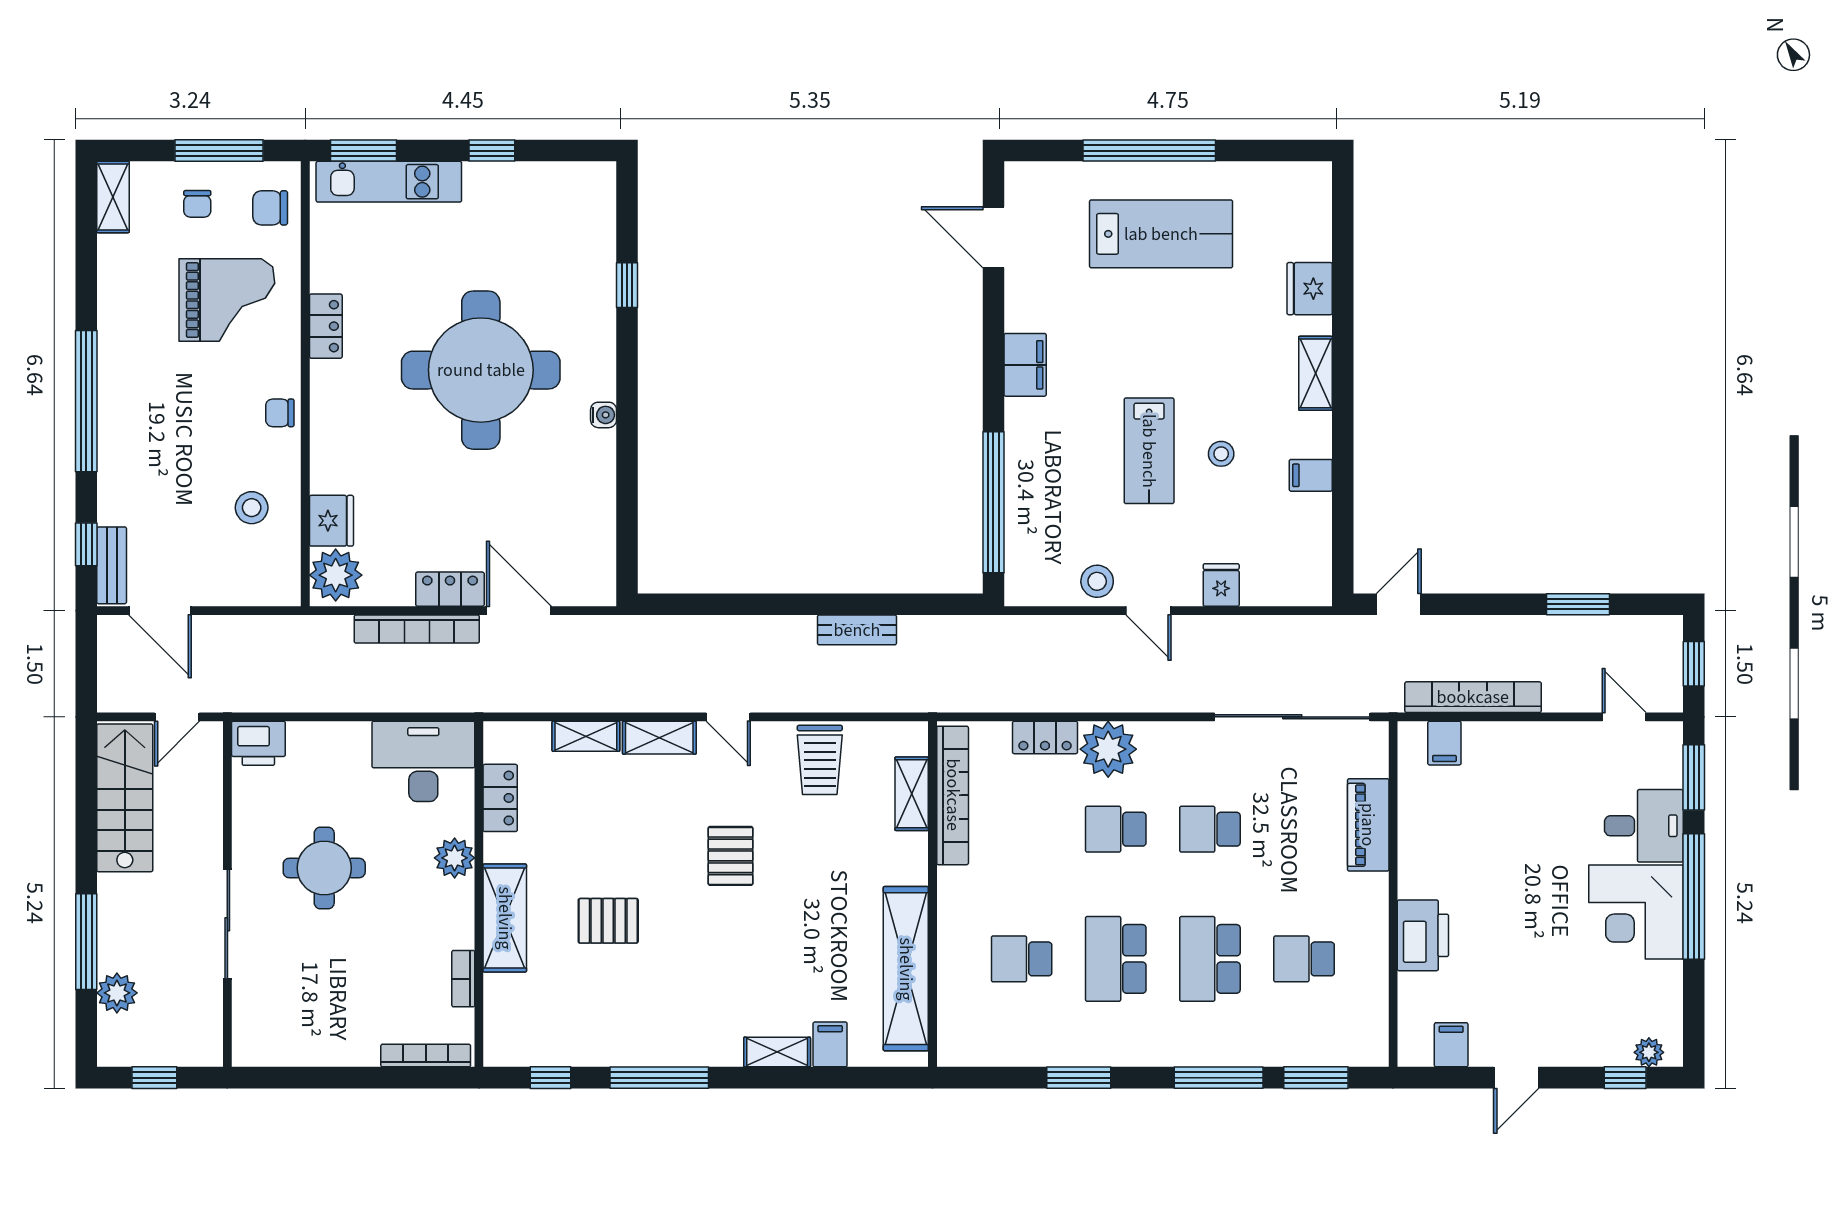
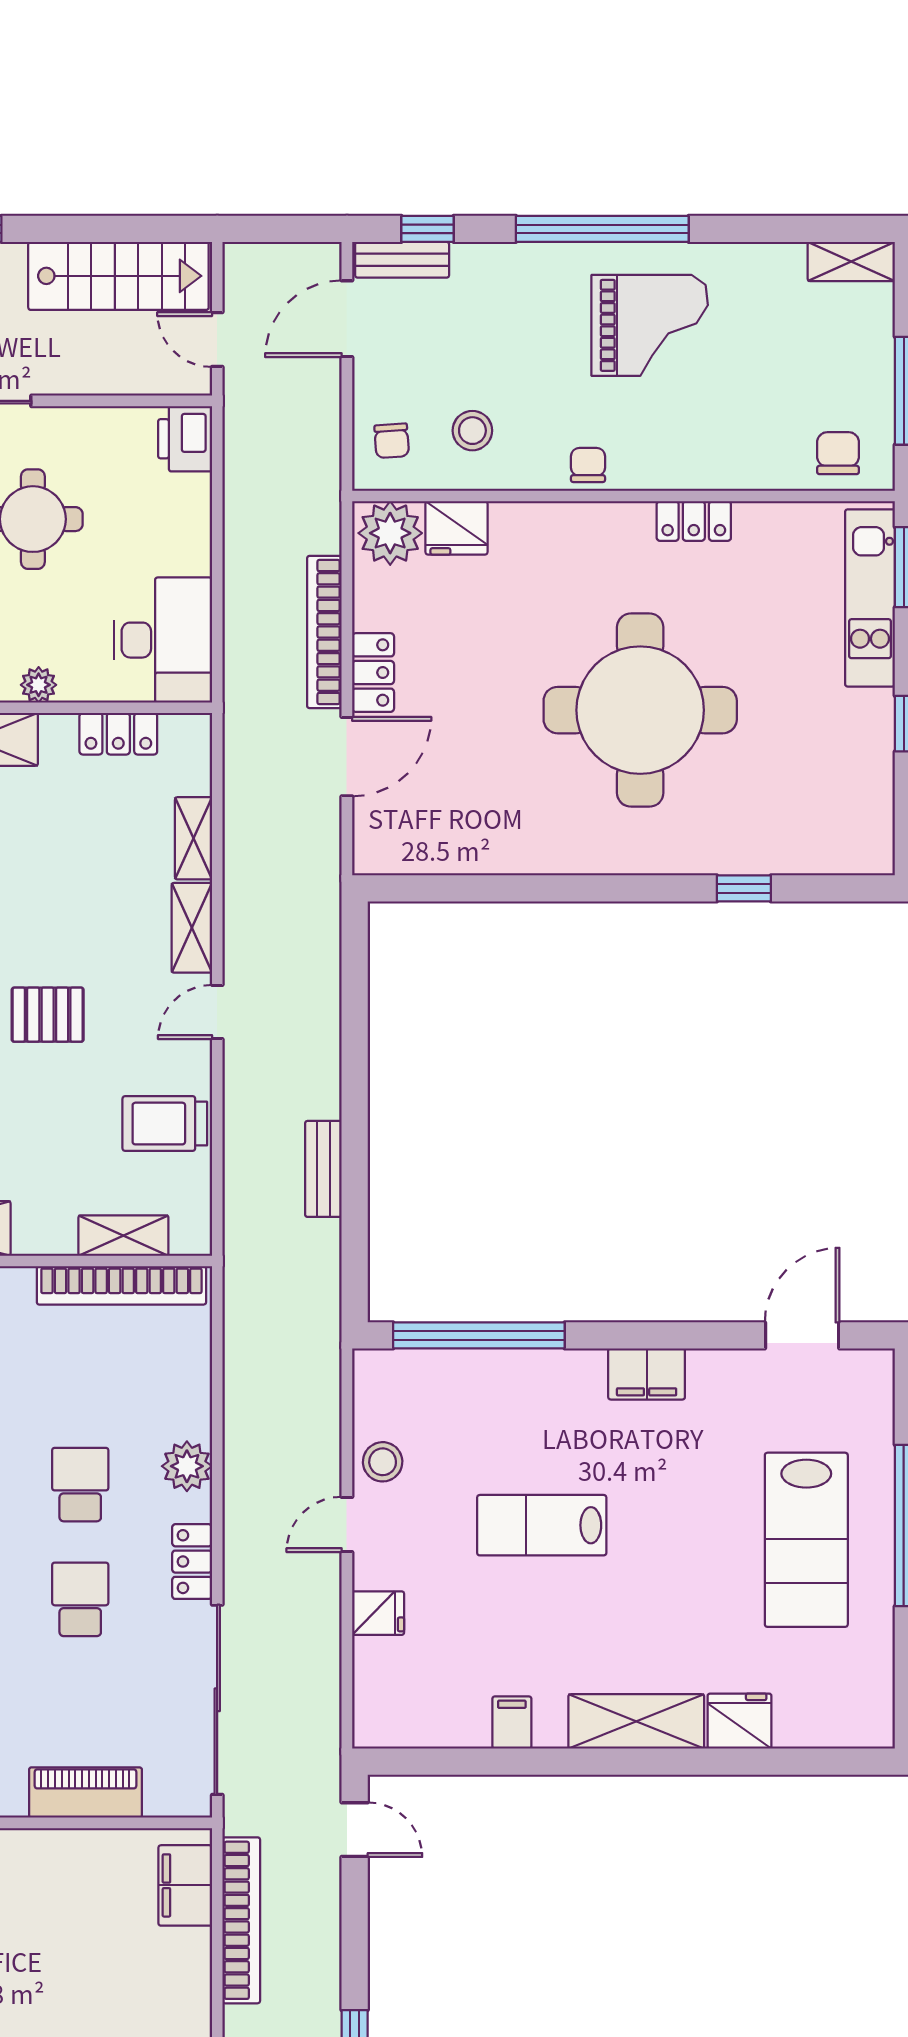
chair: (197, 204) -> (392, 441), moved, turned -94
grand piano: (227, 300) -> (650, 325), moved, turned -90
shelving: (1316, 373) -> (636, 1721), width x1.50, depth x1.33
water cooler: (604, 415) -> (586, 860), removed
stool: (1221, 454) -> (538, 1613), removed
locker: (1045, 737) -> (192, 1562), moved
filing cabinet: (1444, 743) -> (185, 1885), width x2.00
plant: (1108, 749) -> (187, 1466), width x0.73, depth x0.73
plant: (455, 858) -> (39, 685), width x0.73, depth x0.73

